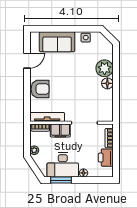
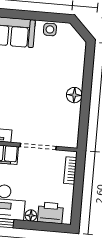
plant: (105, 68) -> (72, 74), removed
printer: (106, 158) -> (50, 213), moved, turned 90

